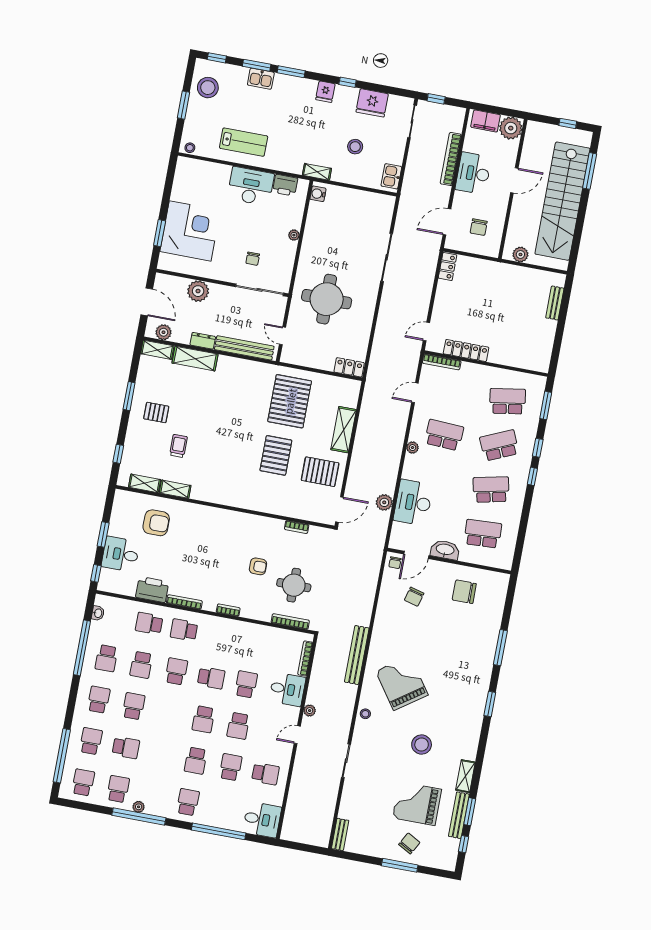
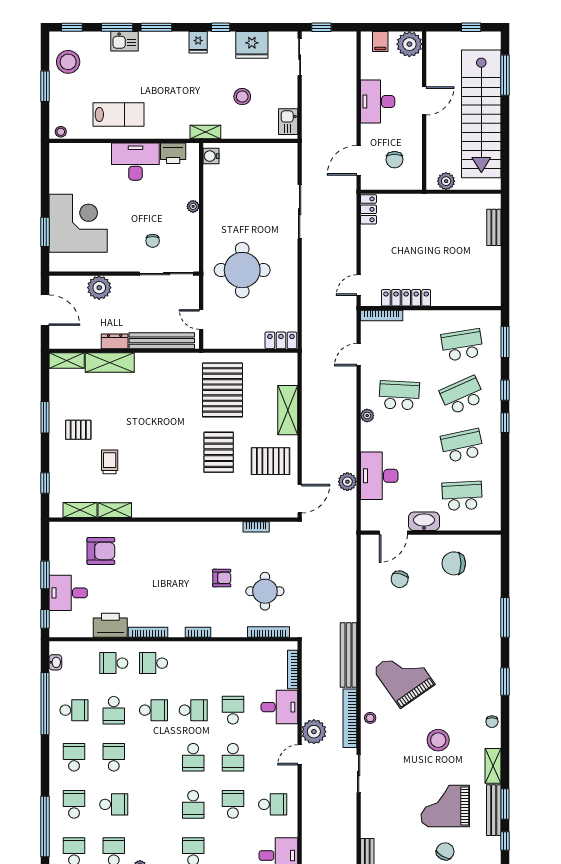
filing cabinet: (486, 121) -> (380, 42), width x0.50
bookcase: (451, 159) -> (350, 718), moved
plant: (164, 332) -> (70, 340), removed
chair: (395, 563) -> (492, 722), moved
school desk: (106, 658) -> (74, 710), turned -90
school desk: (176, 671) -> (153, 710), turned 90
plant: (310, 711) -> (314, 732), width x1.88, depth x1.88

